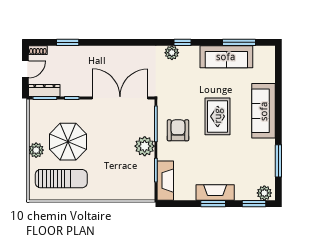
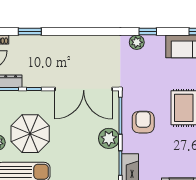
double door: (120, 98) -> (84, 89), swing flipped

